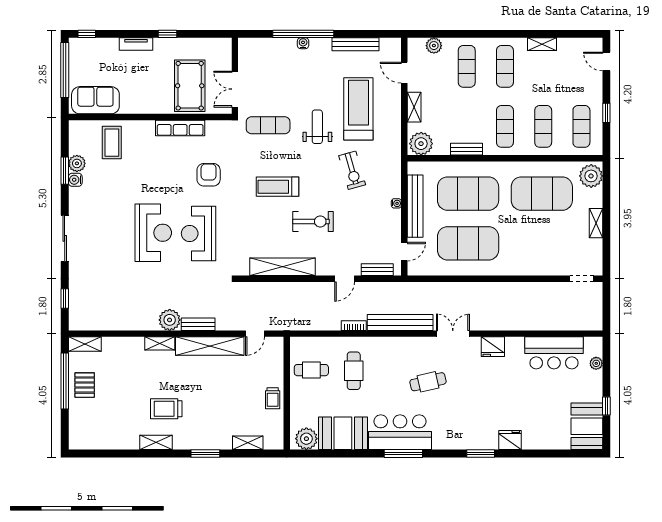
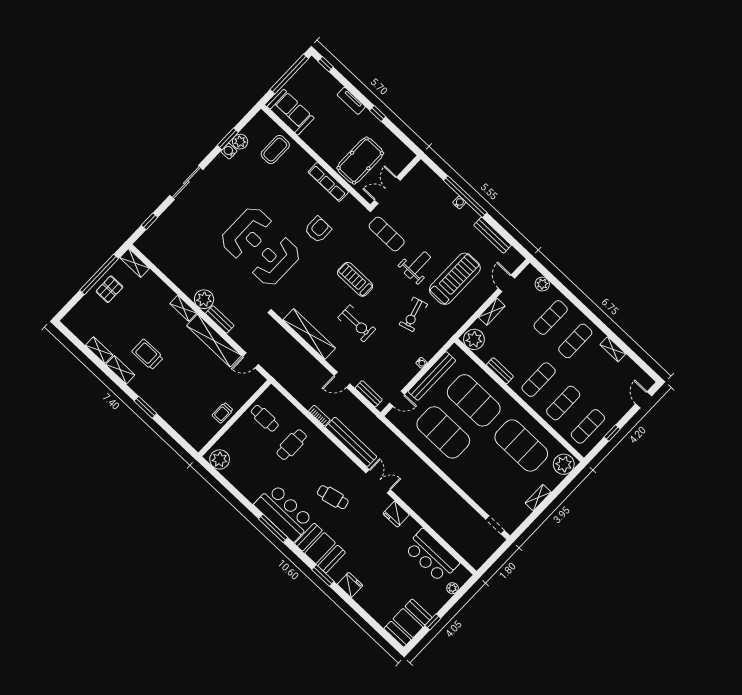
booth: (343, 433) -> (320, 548), moved
shelving: (248, 443) -> (99, 350), moved

